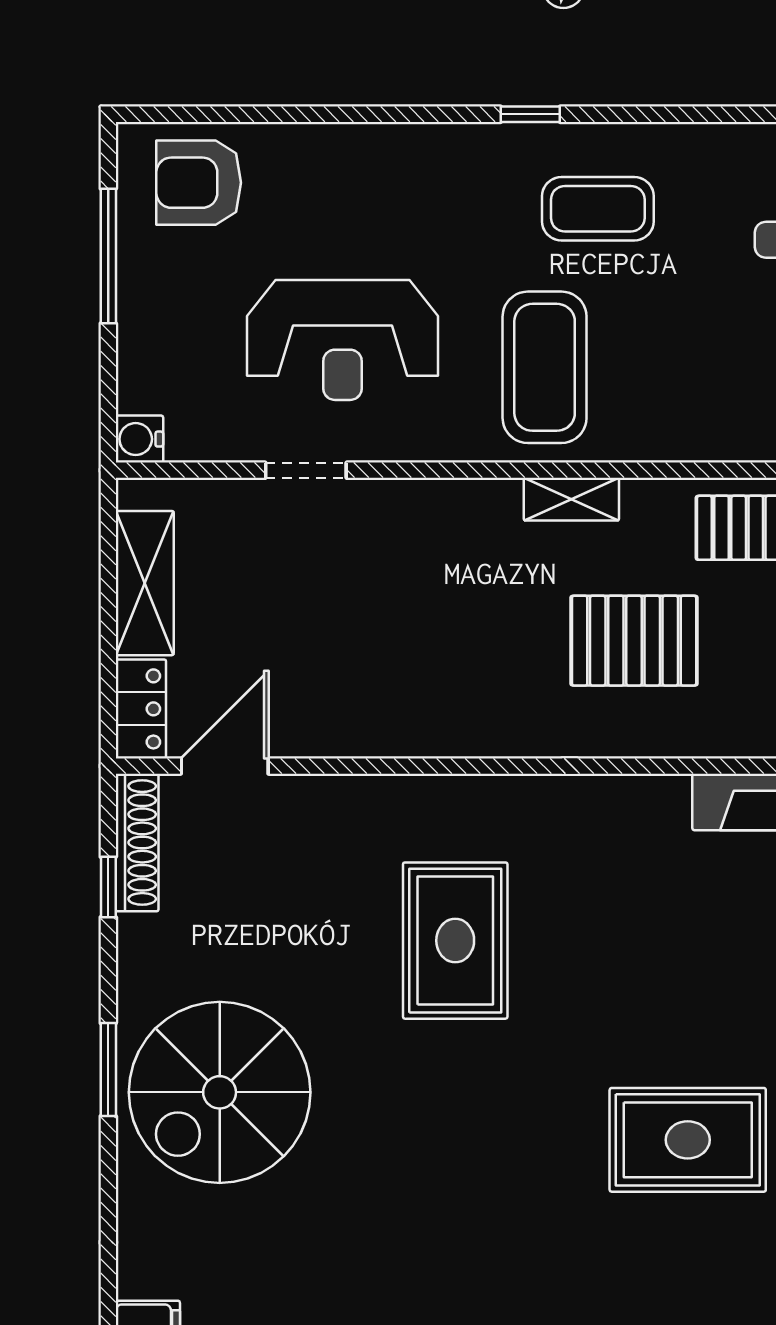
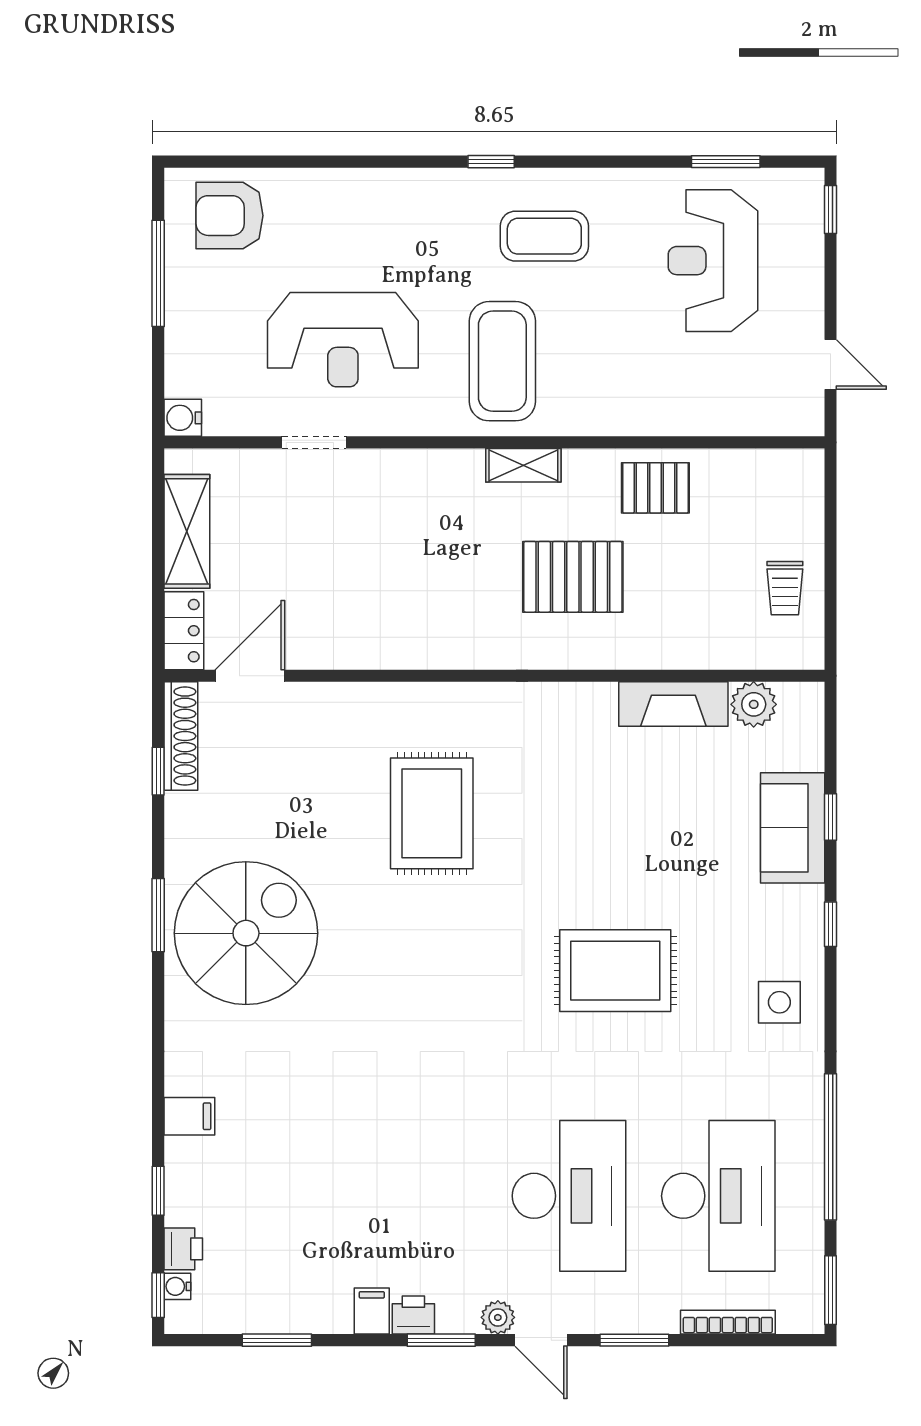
spiral stairs: (220, 1092) -> (246, 933), turned 180

